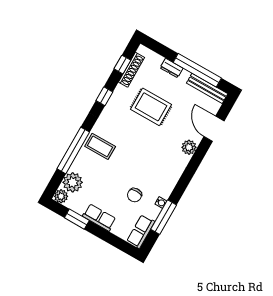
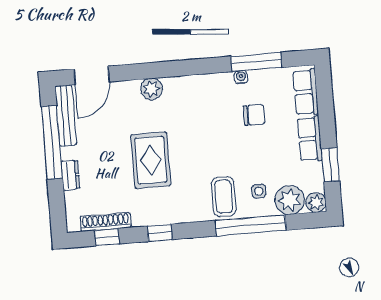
rug: (151, 107) -> (151, 160), moved
door: (214, 129) -> (92, 75), moved
side table: (89, 168) -> (259, 191), added
row of seats: (141, 231) -> (306, 92), moved, turned 90

